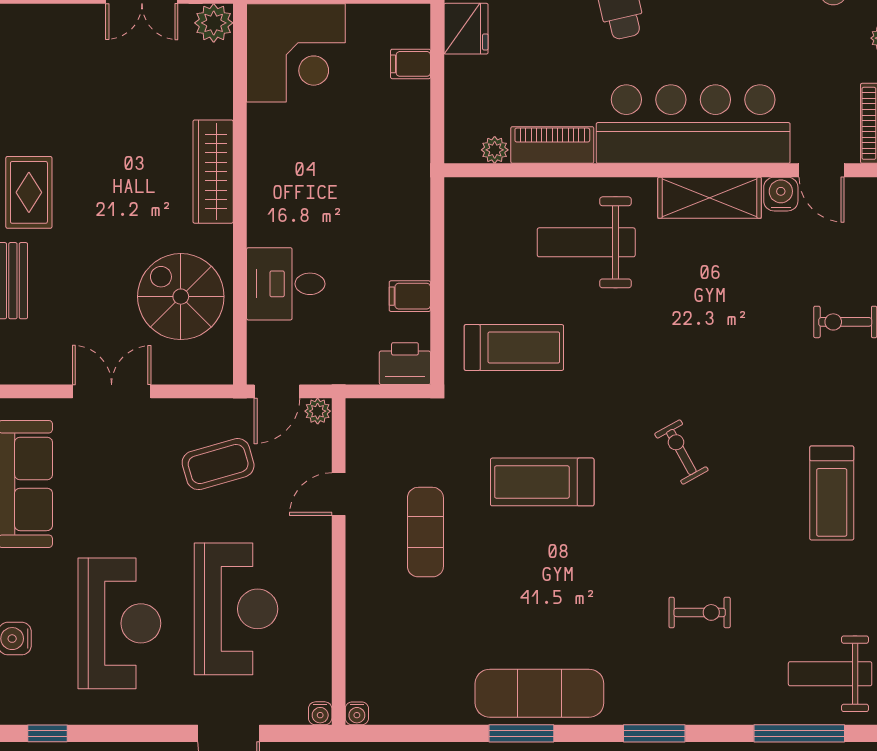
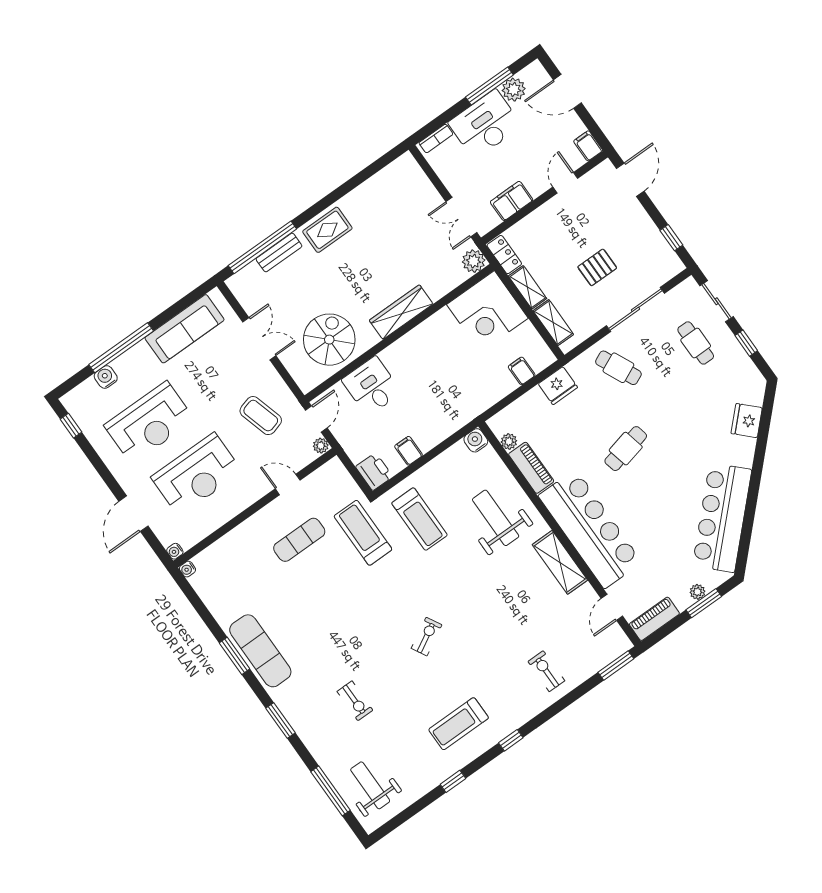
water cooler: (781, 194) -> (476, 440), moved, turned -90
door: (277, 391) -> (316, 419), swing flipped
treadmill: (542, 482) -> (363, 533), moved

